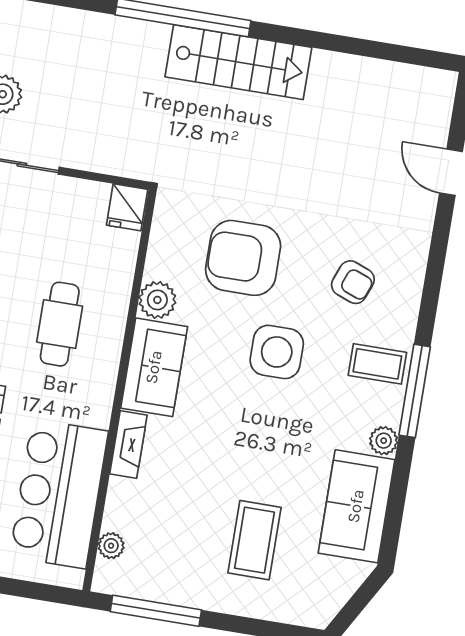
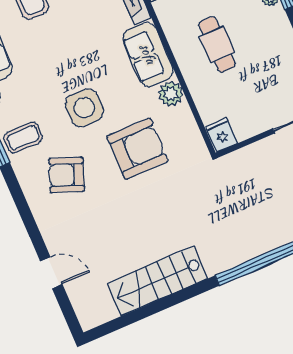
stairs: (238, 62) -> (157, 281), moved
armchair: (353, 282) -> (67, 175), width x1.38, depth x1.38

